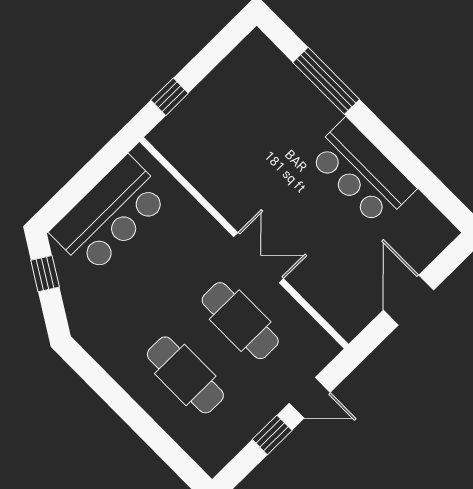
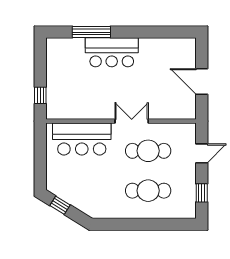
bar counter: (362, 172) -> (112, 52), moved
bar counter: (110, 215) -> (82, 139), moved, turned 90
window: (272, 435) -> (202, 193), moved

